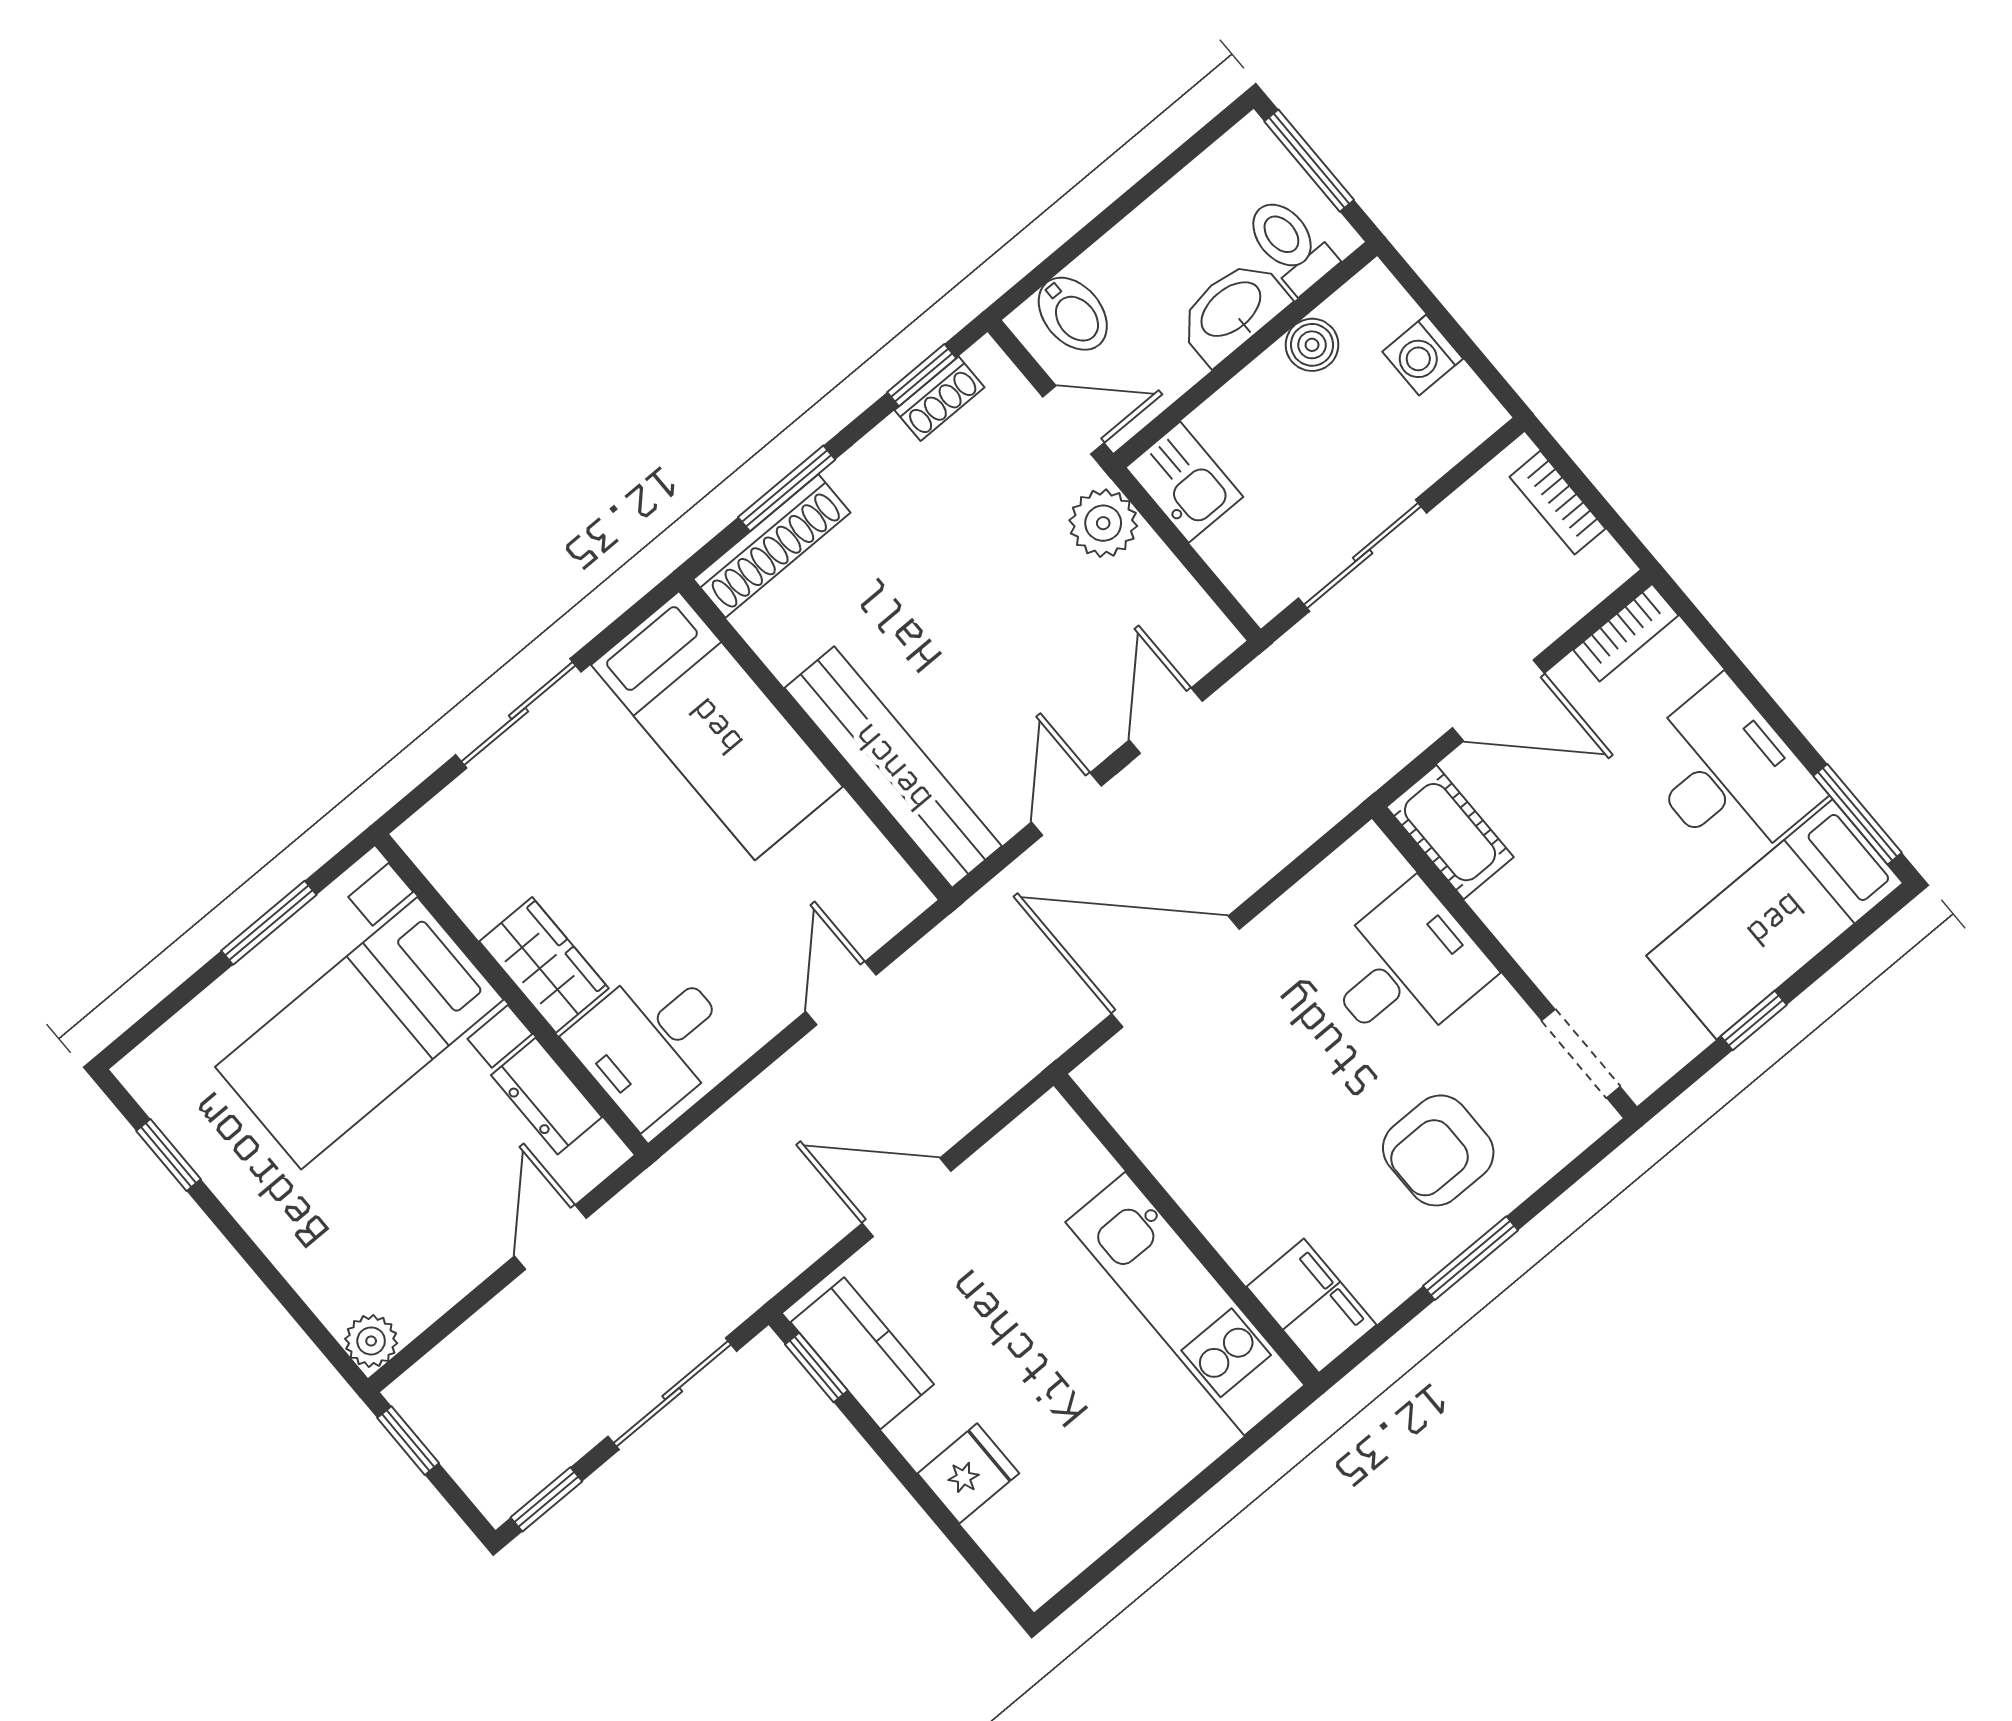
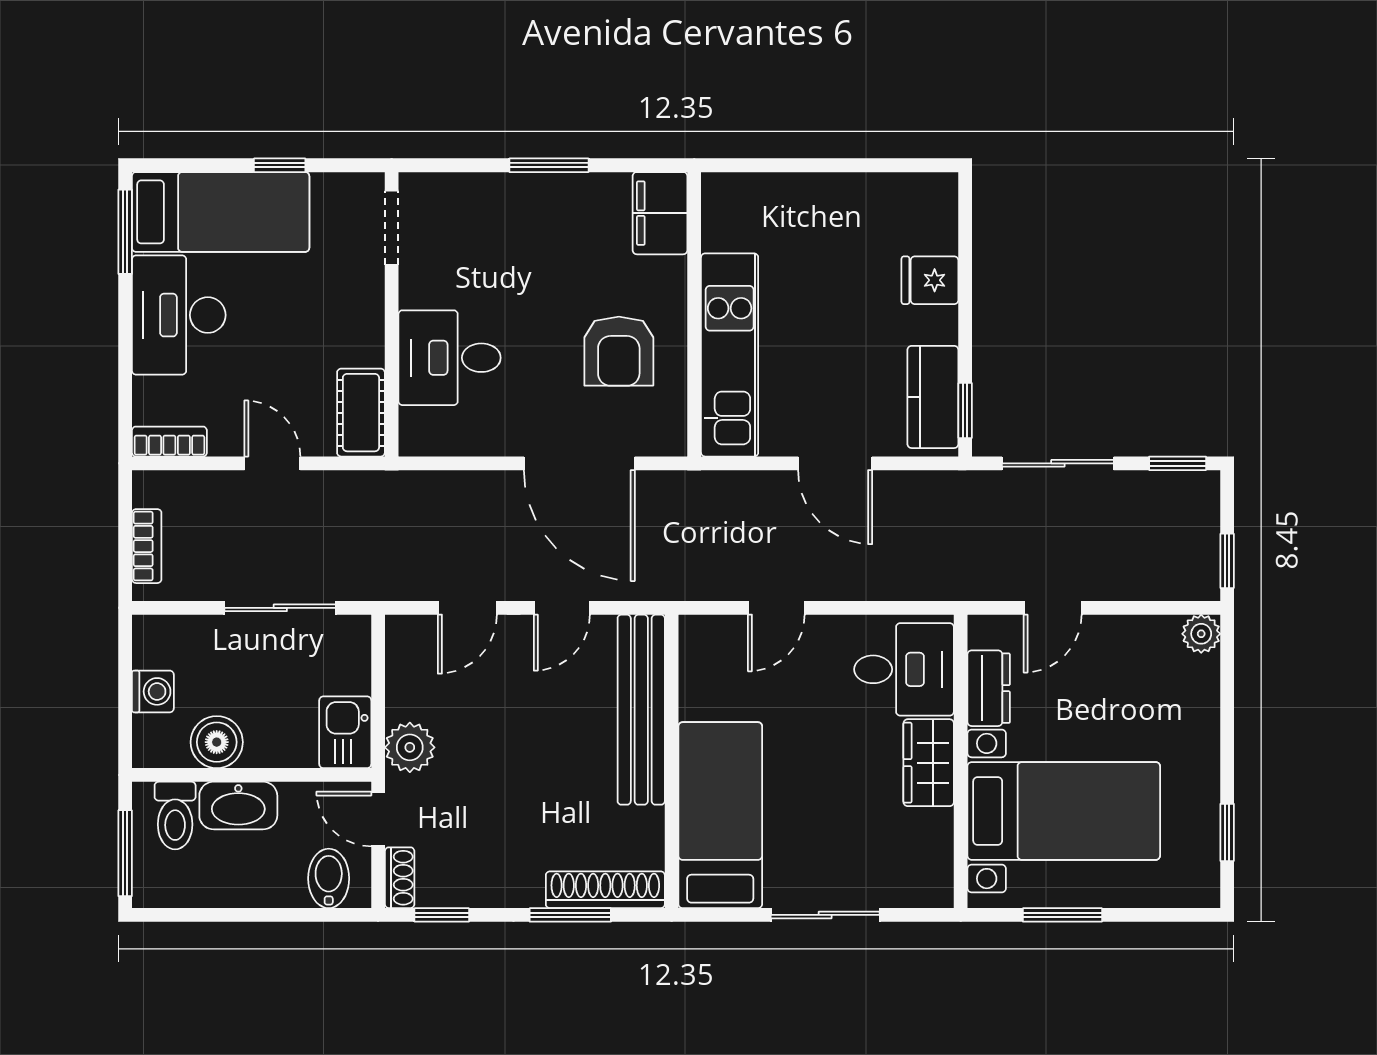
boiler: (1312, 345) -> (217, 742), width x1.36, depth x1.36
shoe rack: (940, 399) -> (400, 878), moved, turned 90
door: (1498, 701) -> (272, 463), width x0.73
armchair: (1438, 1150) -> (619, 351), moved, turned 90
kitchen unit: (1185, 1304) -> (730, 355), moved

